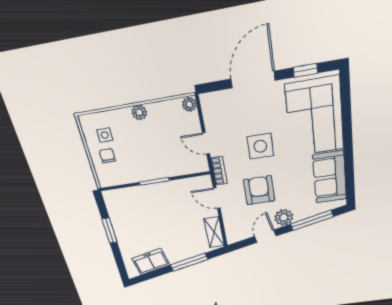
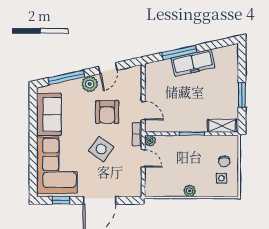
plant: (189, 104) -> (150, 141), moved
side table: (260, 146) -> (101, 149), turned 36
shelving: (214, 232) -> (222, 126), moved, turned 90
freezer: (151, 262) -> (193, 63), moved, width x1.40

